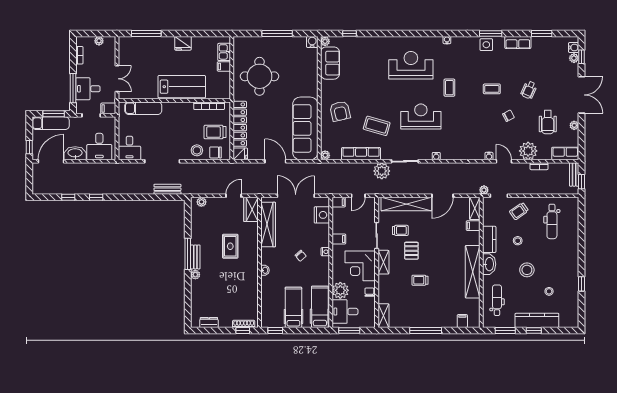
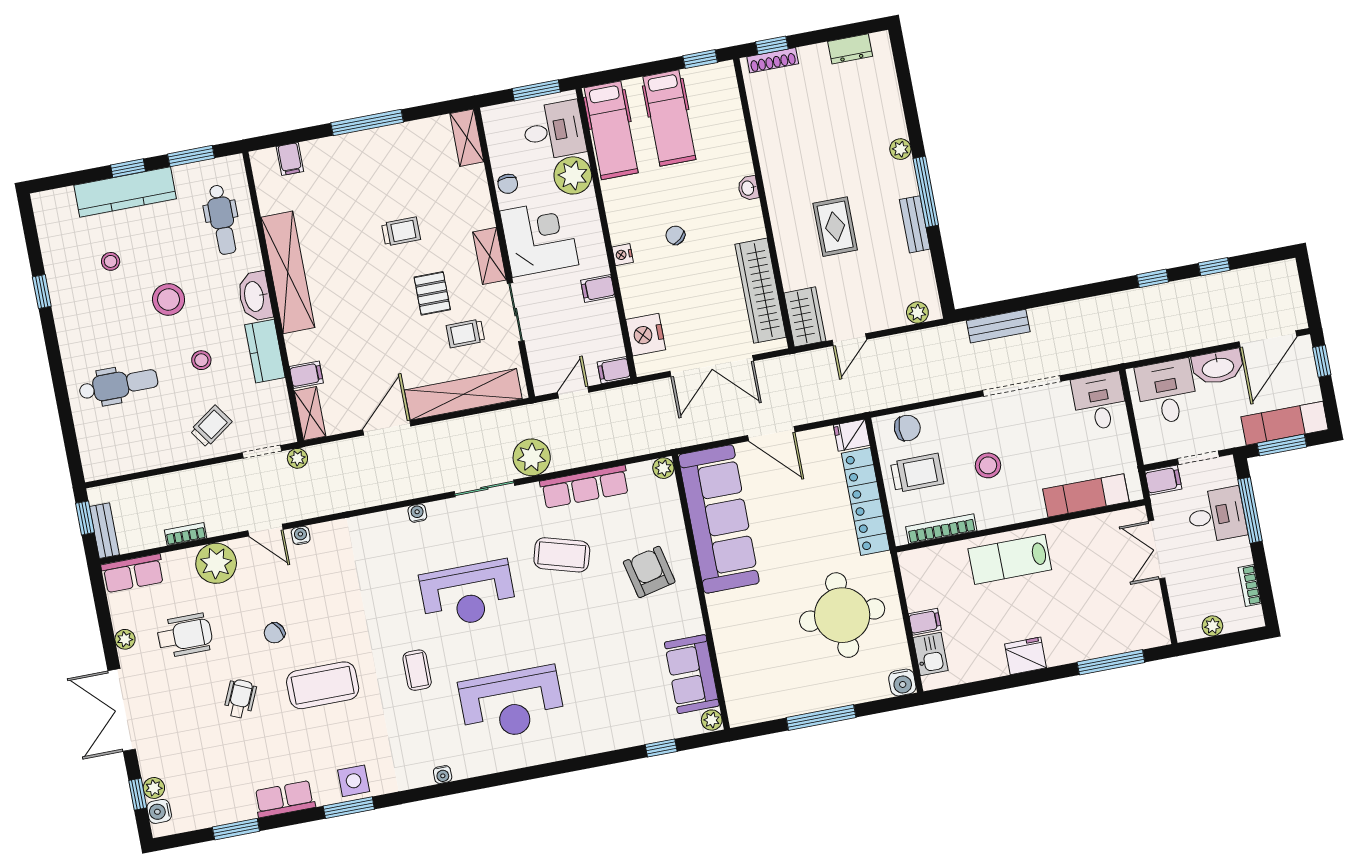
water cooler: (312, 42) -> (902, 682), moved
lab bench: (182, 87) -> (1010, 559), width x0.73, depth x0.72
coffee table: (492, 89) -> (323, 685), width x1.86, depth x1.72
wheelchair: (548, 122) -> (185, 635), turned 90
stool: (197, 150) -> (988, 465), moved
dental chair: (552, 221) -> (118, 385), moved, turned 90
bench: (195, 257) -> (915, 224), moved

